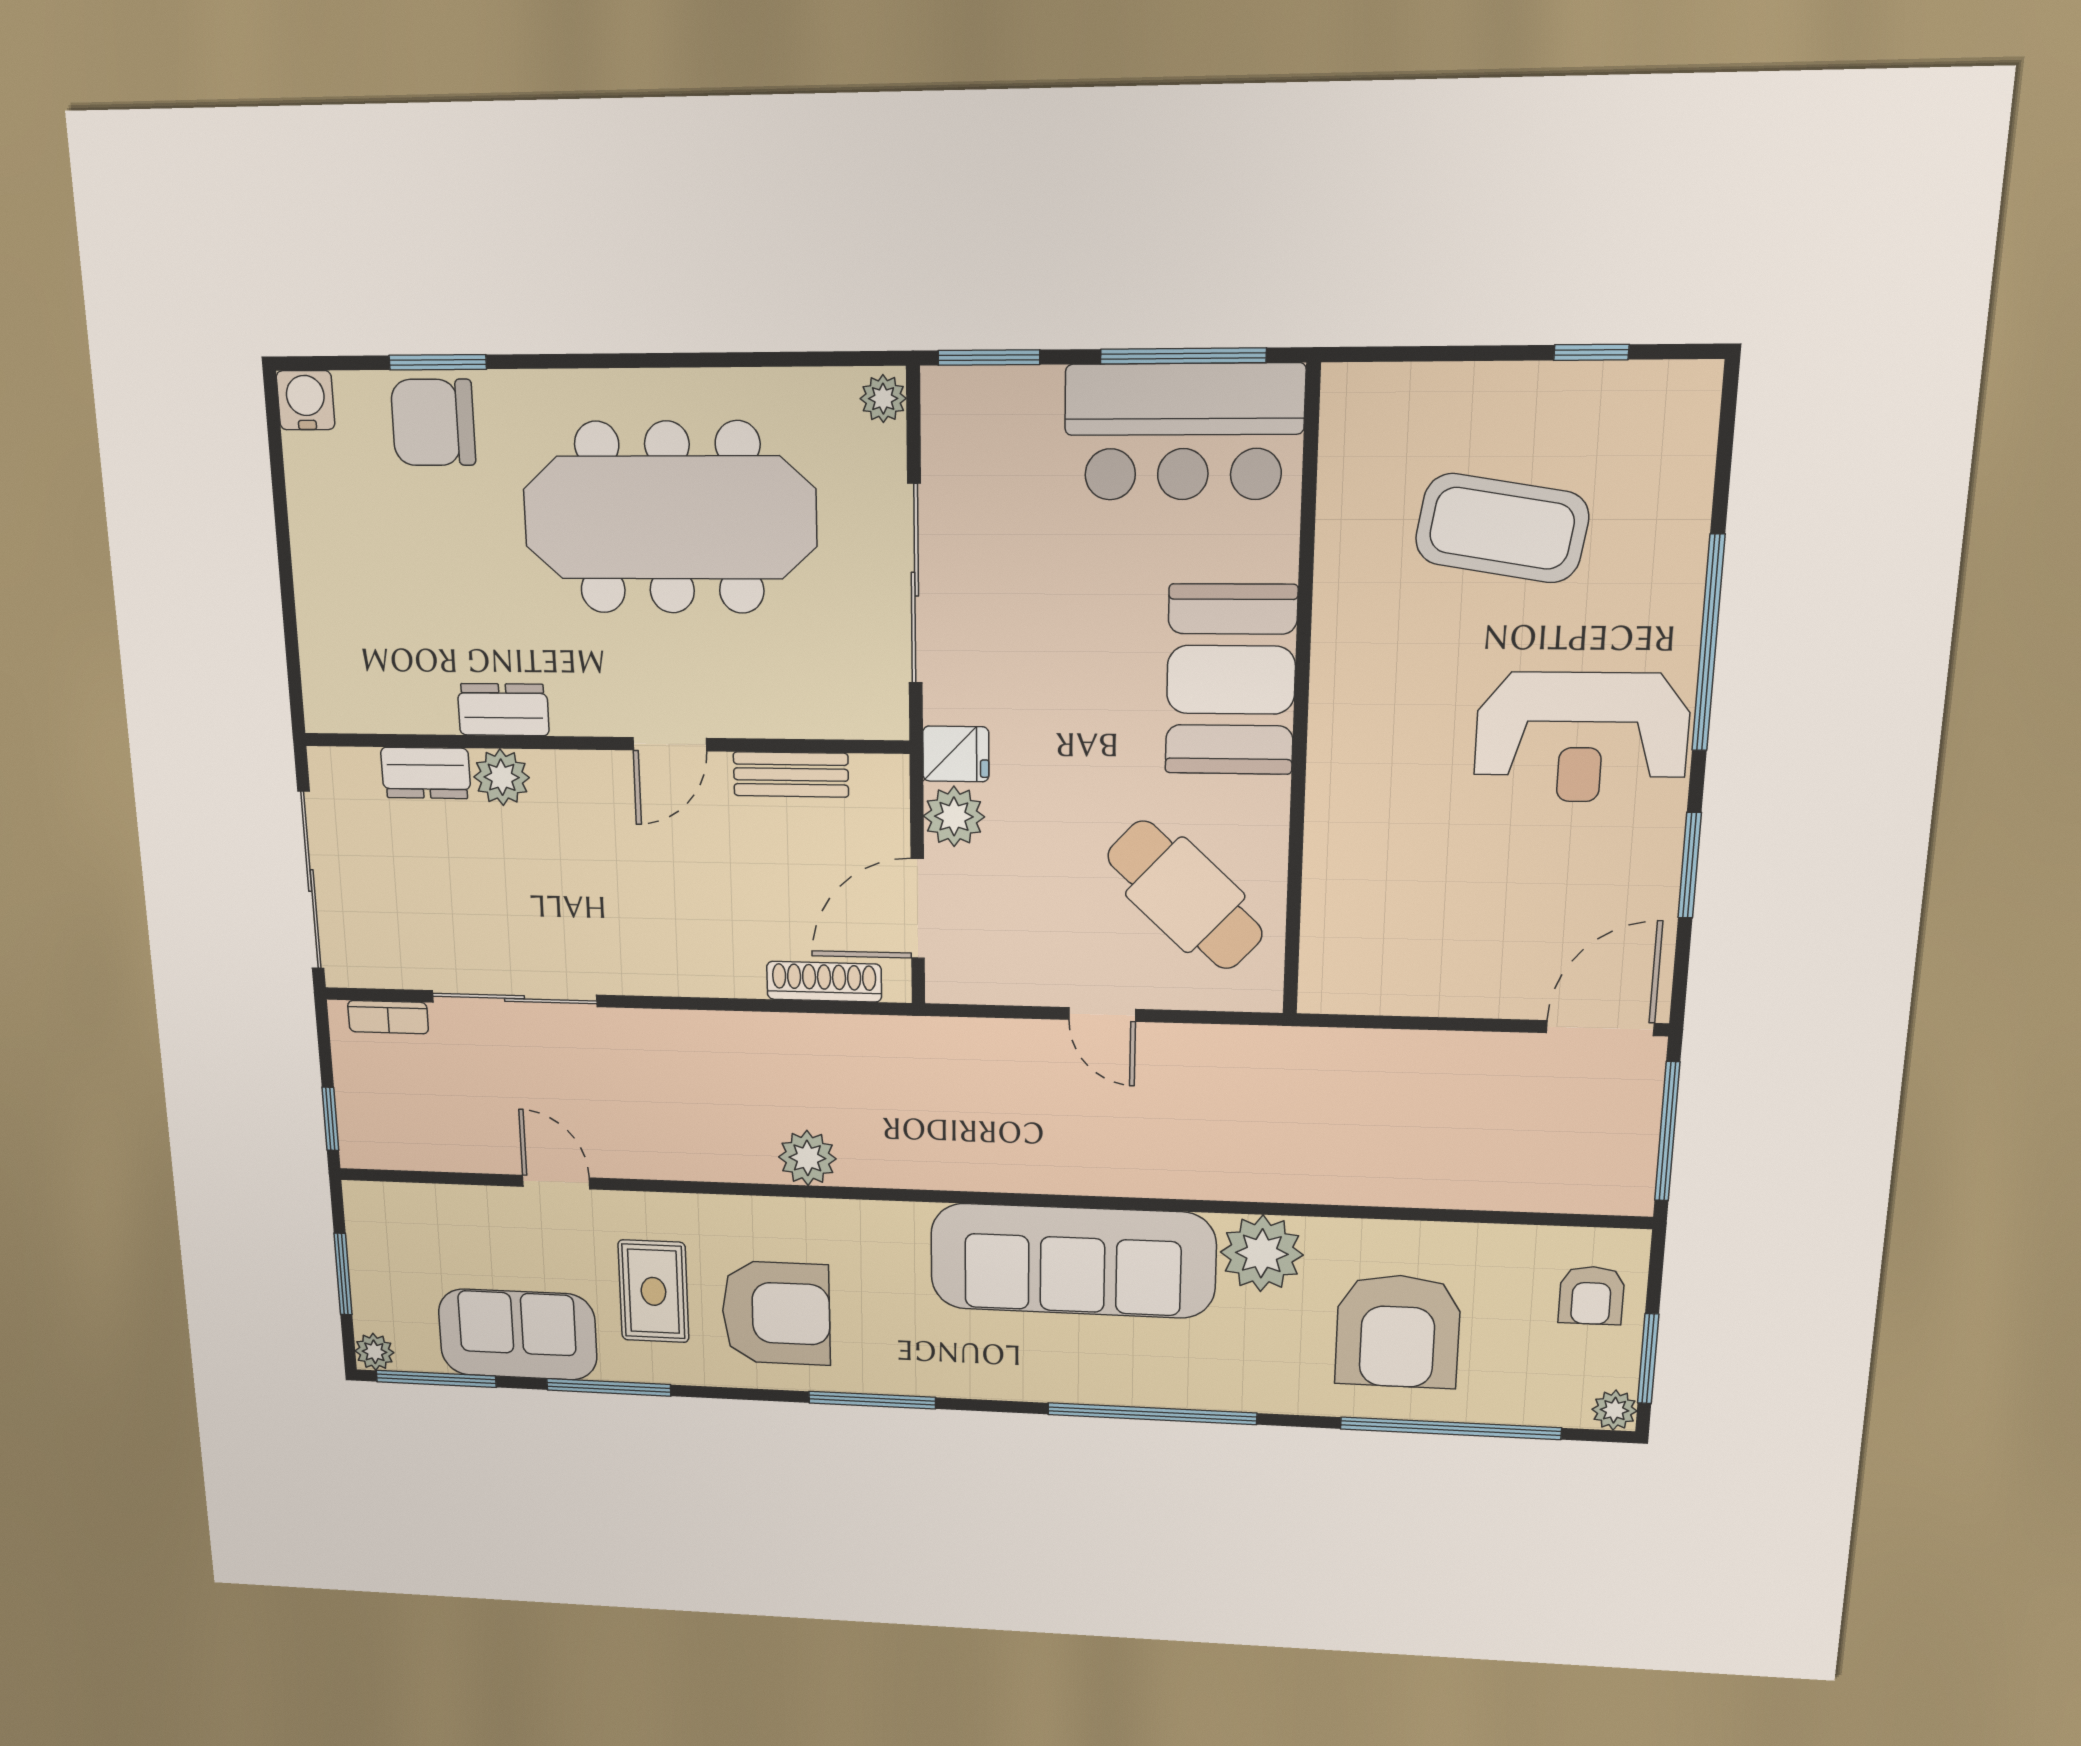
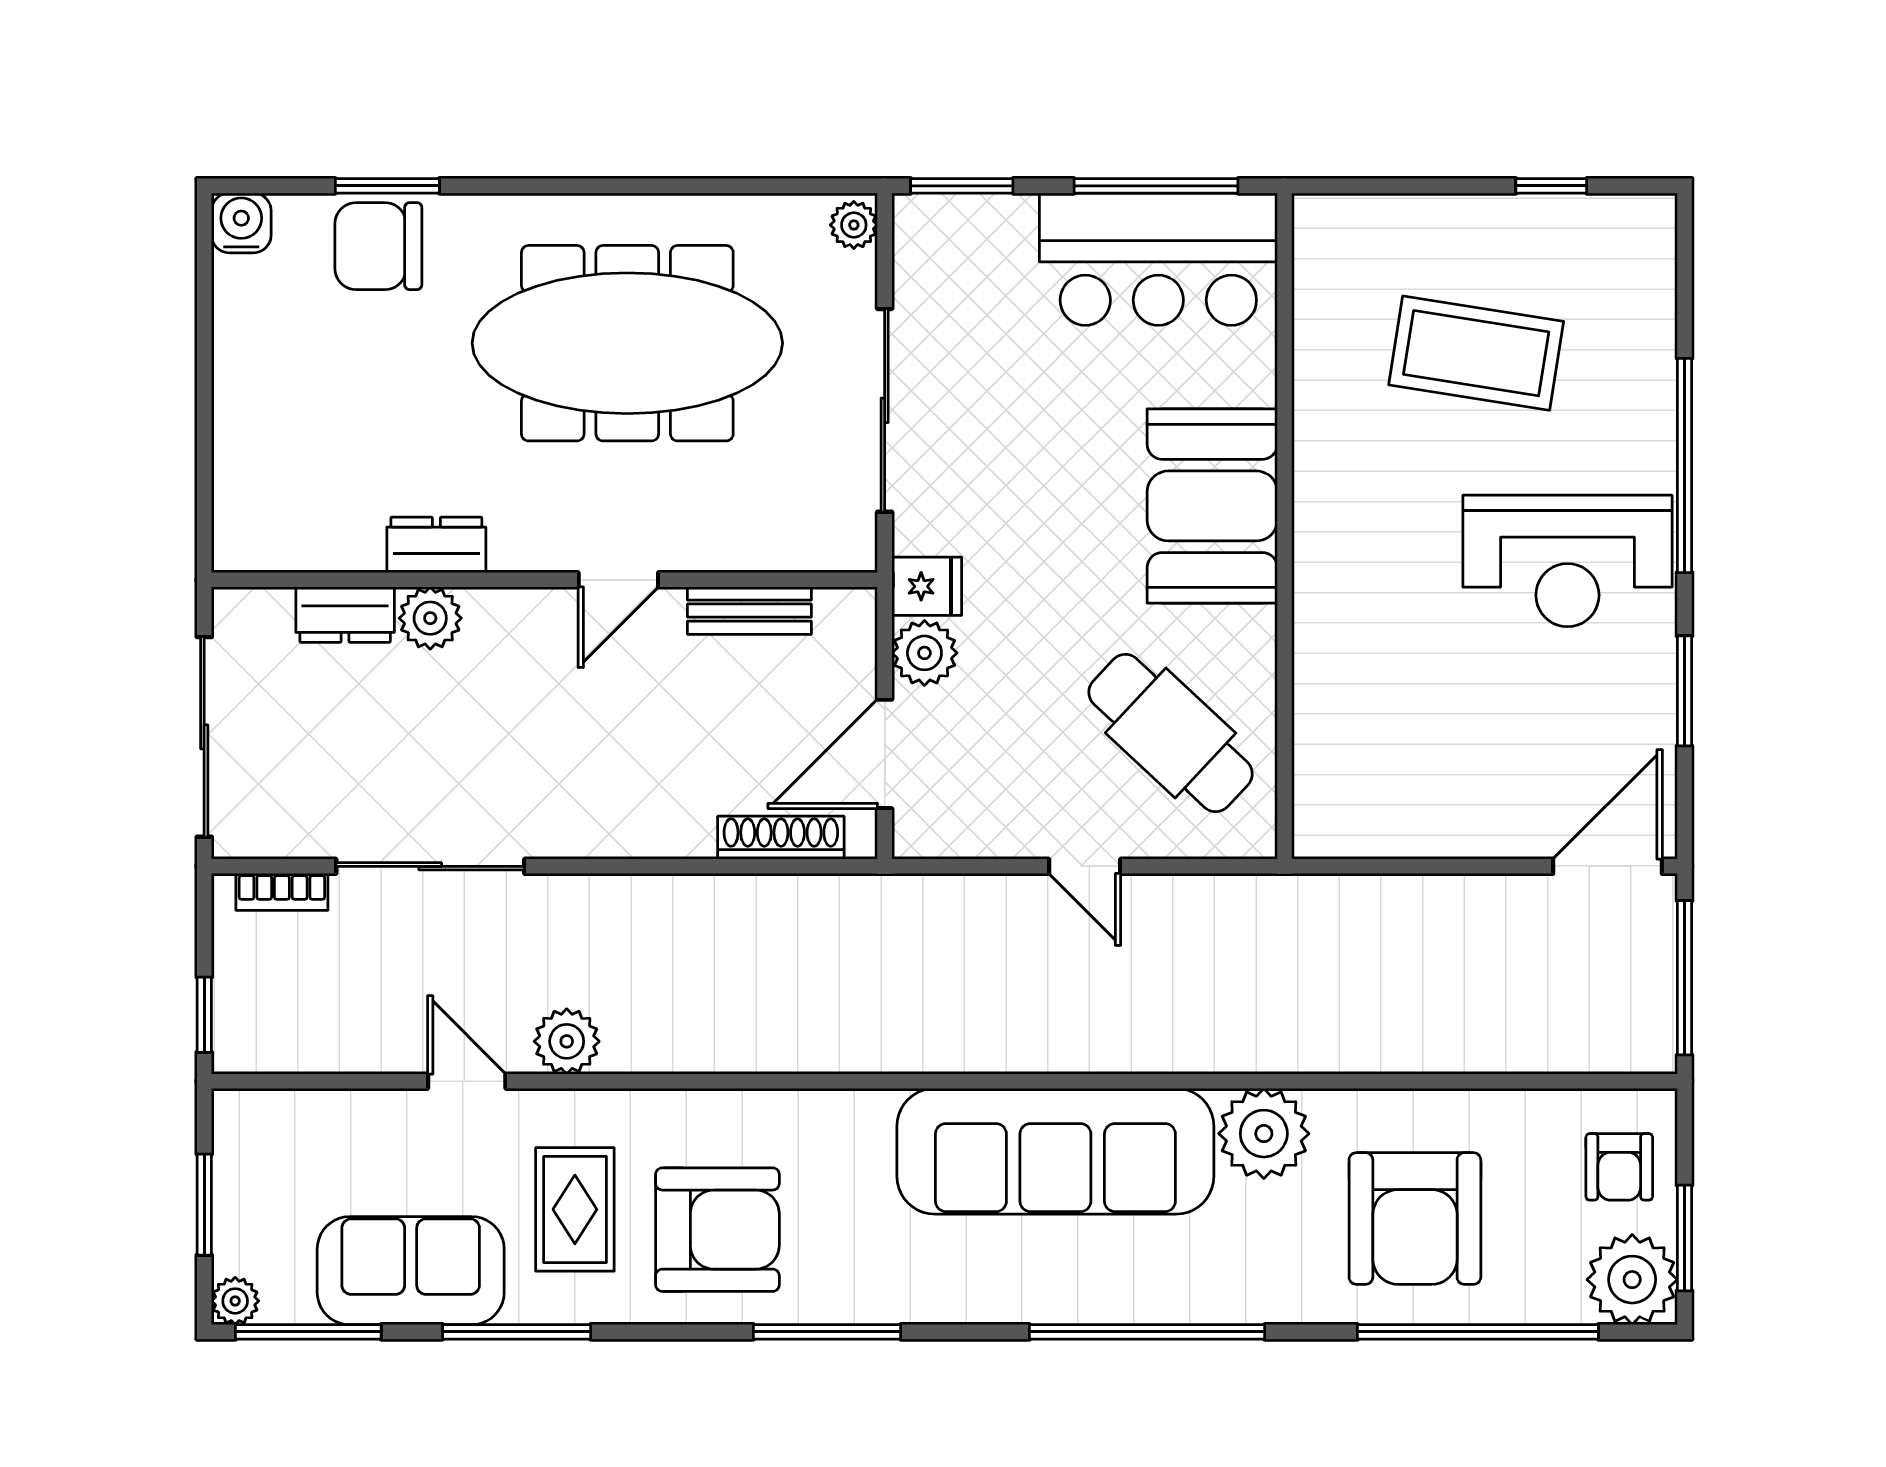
plant: (807, 1158) -> (567, 1041), moved
plant: (1615, 1410) -> (1632, 1280), width x1.87, depth x1.87

